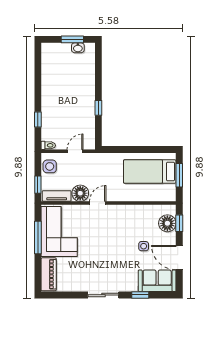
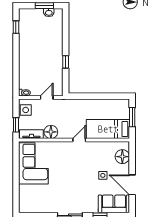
window: (38, 120) -> (16, 27), moved
bed: (150, 172) -> (108, 129), moved
door: (98, 203) -> (79, 140), moved
window: (179, 223) -> (132, 157), removed
window: (38, 237) -> (16, 168), removed
piano: (49, 274) -> (25, 199), removed

